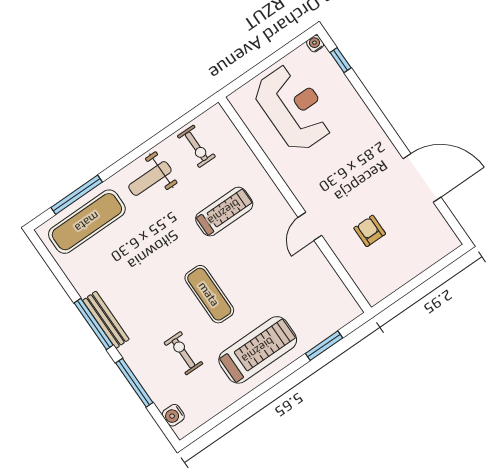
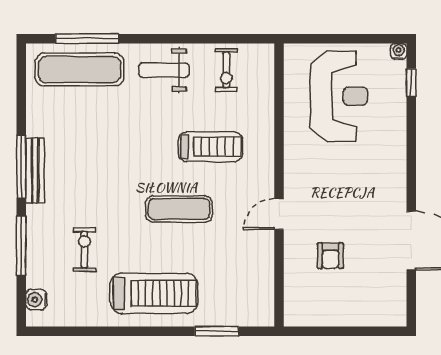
armchair: (370, 231) -> (330, 256), turned 180
exercise mat: (209, 294) -> (179, 209), moved, turned 90

